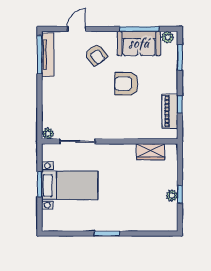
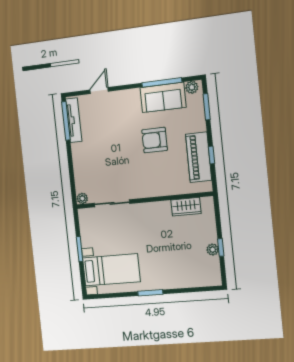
armchair: (96, 55) -> (121, 114), removed
piano: (170, 111) -> (199, 157), width x1.37, depth x1.33
bed with nightstands: (70, 185) -> (111, 270), moved

